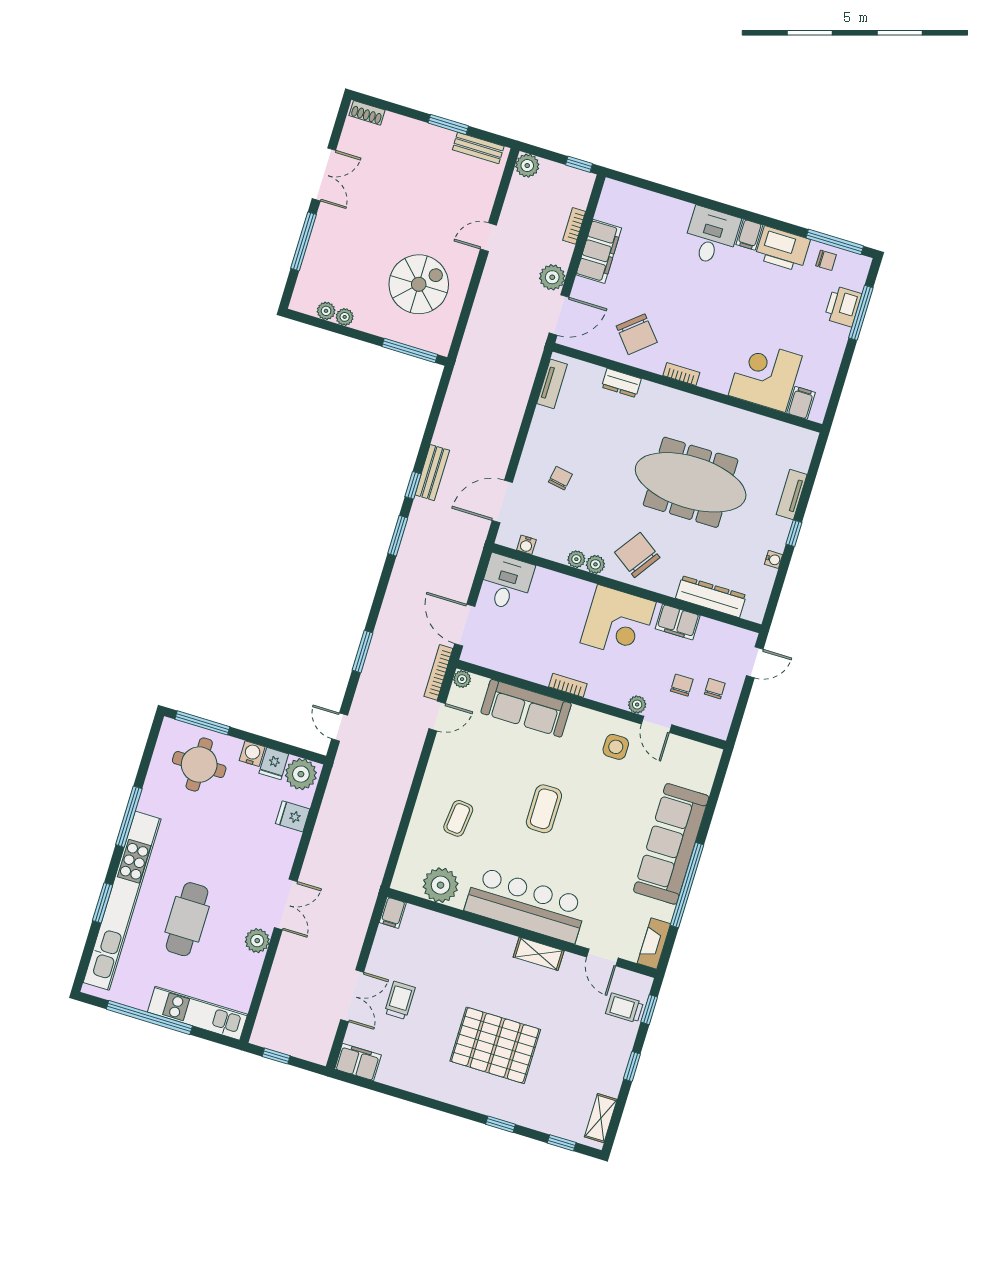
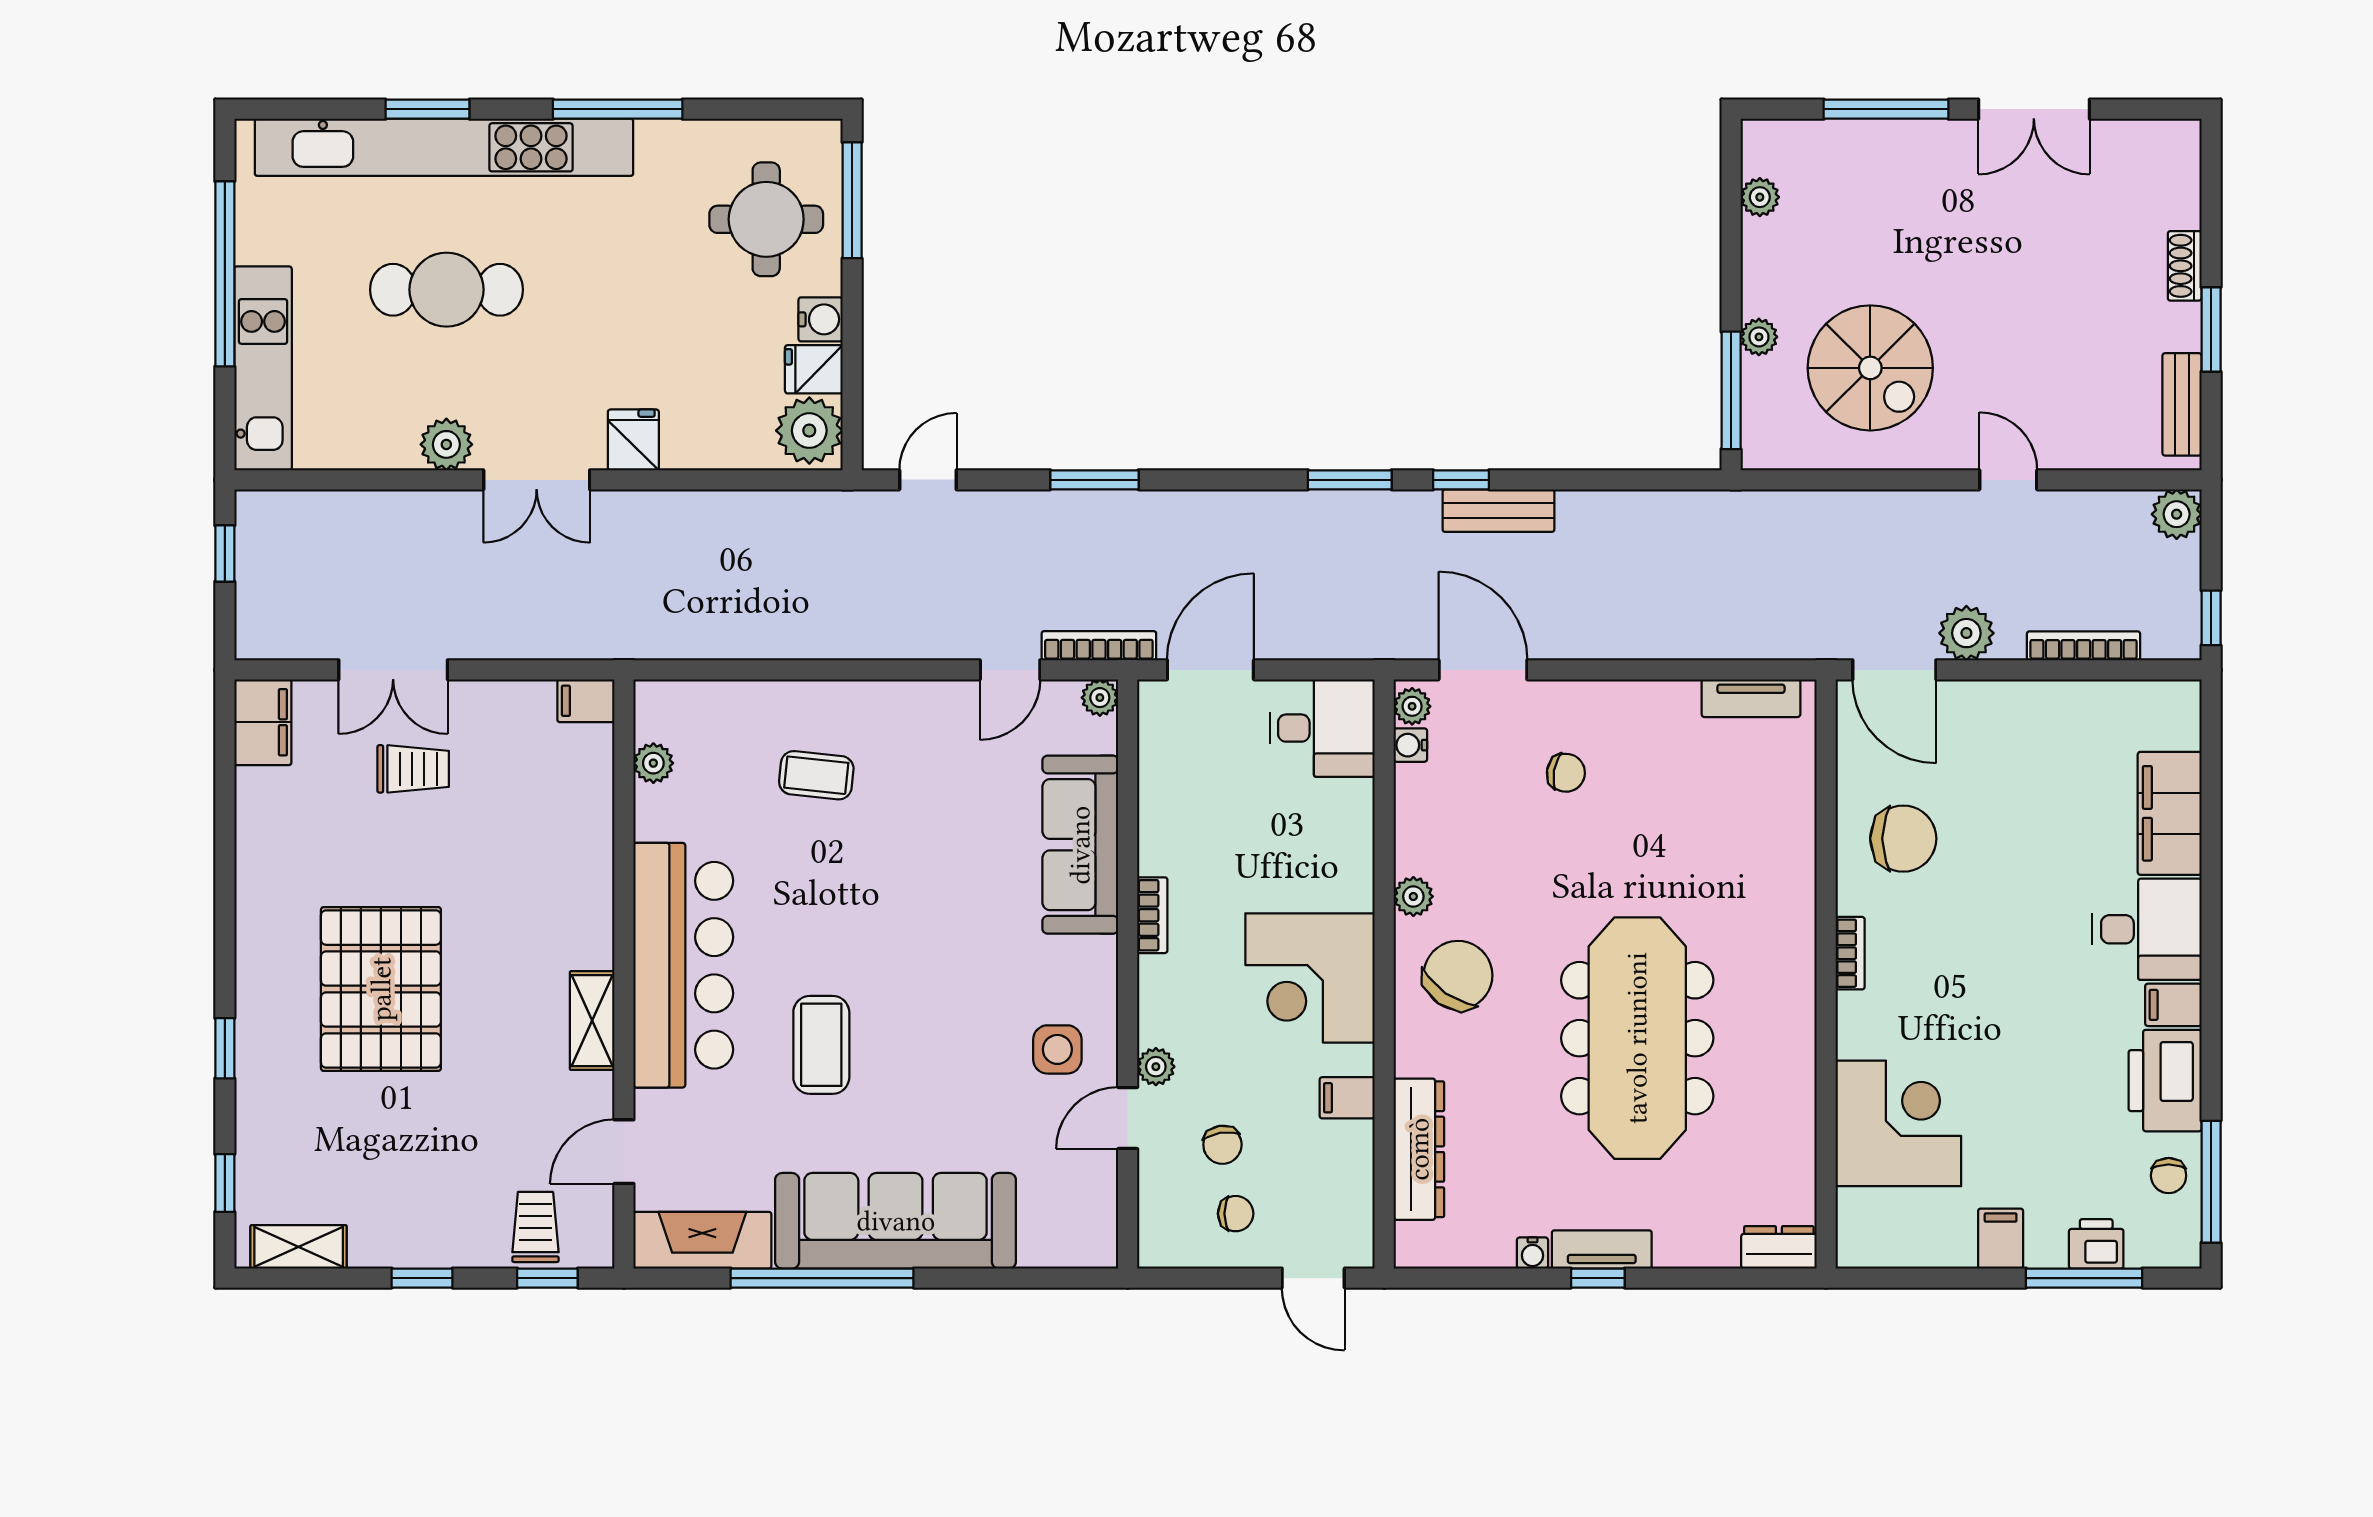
shoe rack: (367, 113) -> (2185, 266), moved
bookcase: (574, 226) -> (2084, 646), width x1.56
filing cabinet: (599, 251) -> (2170, 813), moved, turned 90
printer: (843, 306) -> (2096, 1244), width x0.73, depth x0.81
plant: (345, 317) -> (1759, 337), moved
chair: (637, 334) -> (1903, 839), turned -140
dresser: (621, 383) -> (1779, 1247), moved, turned 90
filing cabinet: (801, 403) -> (2001, 1239), moved, turned -90
tv unit: (792, 494) -> (1602, 1249), moved
plant: (576, 559) -> (1412, 706), moved
filing cabinet: (678, 622) -> (1347, 1098), width x0.50
chair: (682, 685) -> (1222, 1145), turned 81
door: (437, 716) -> (1010, 670), hinge flipped
coffee table: (544, 809) -> (821, 1045), moved, turned 90
fridge: (293, 816) -> (633, 440), moved
plant: (441, 885) -> (653, 763), width x0.53, depth x0.53
fireplace: (654, 943) -> (702, 1240), width x1.37, depth x1.32

